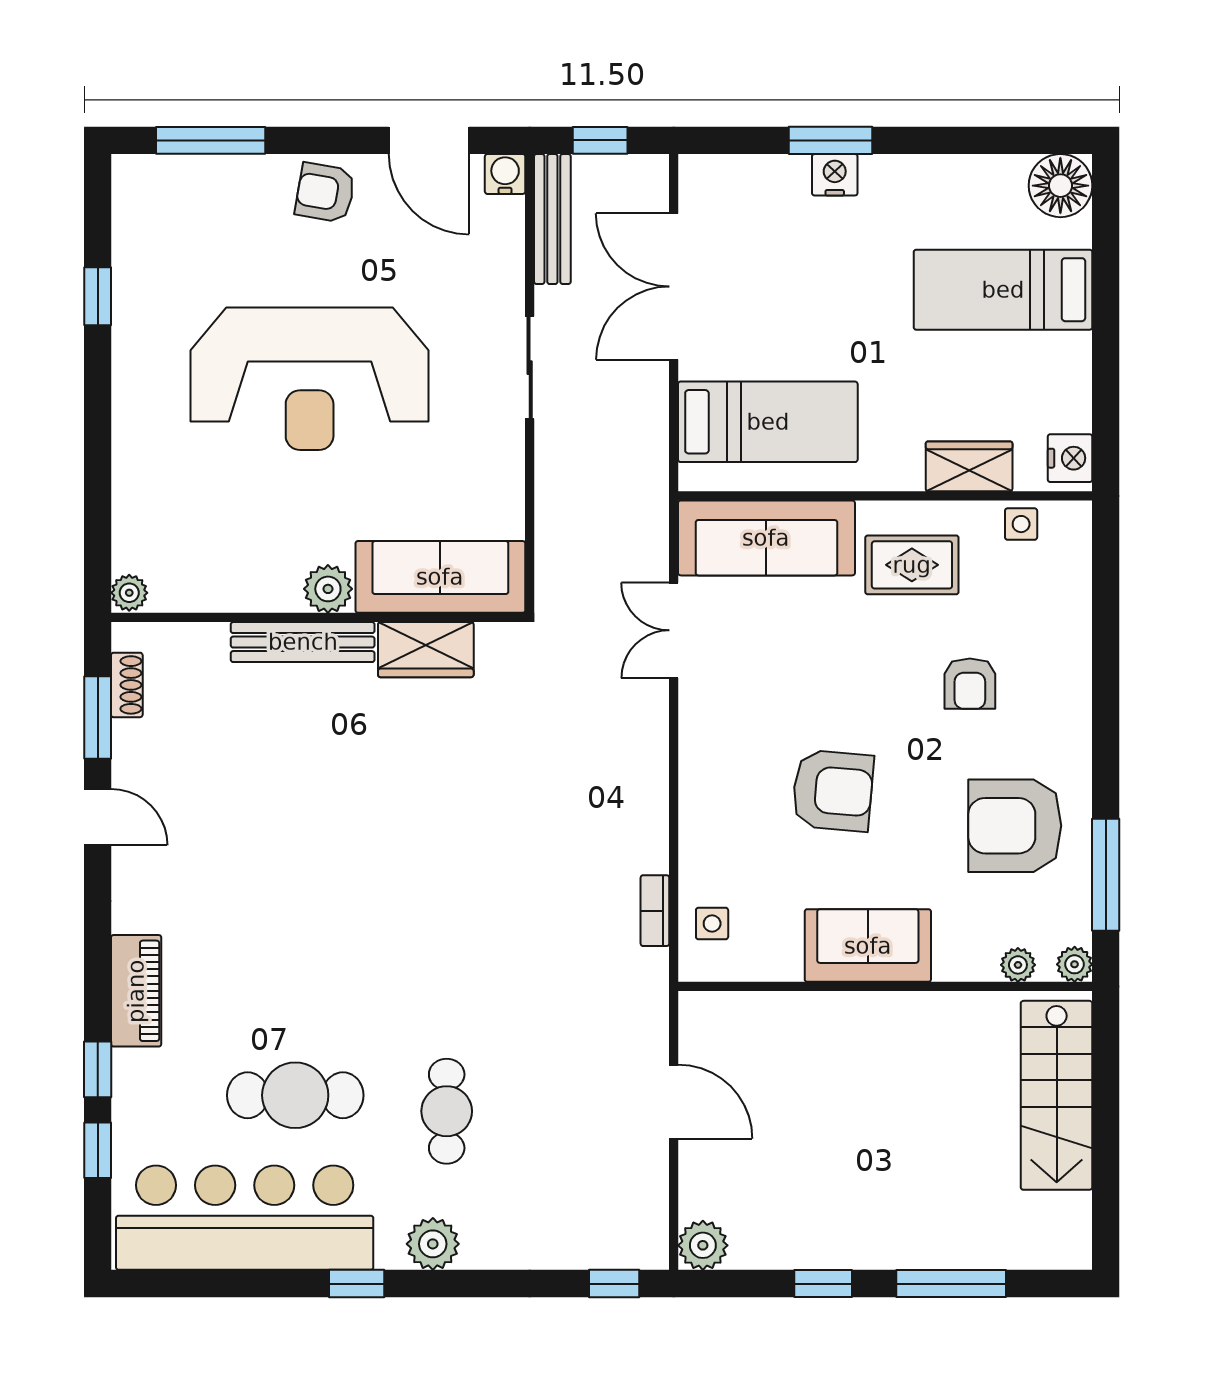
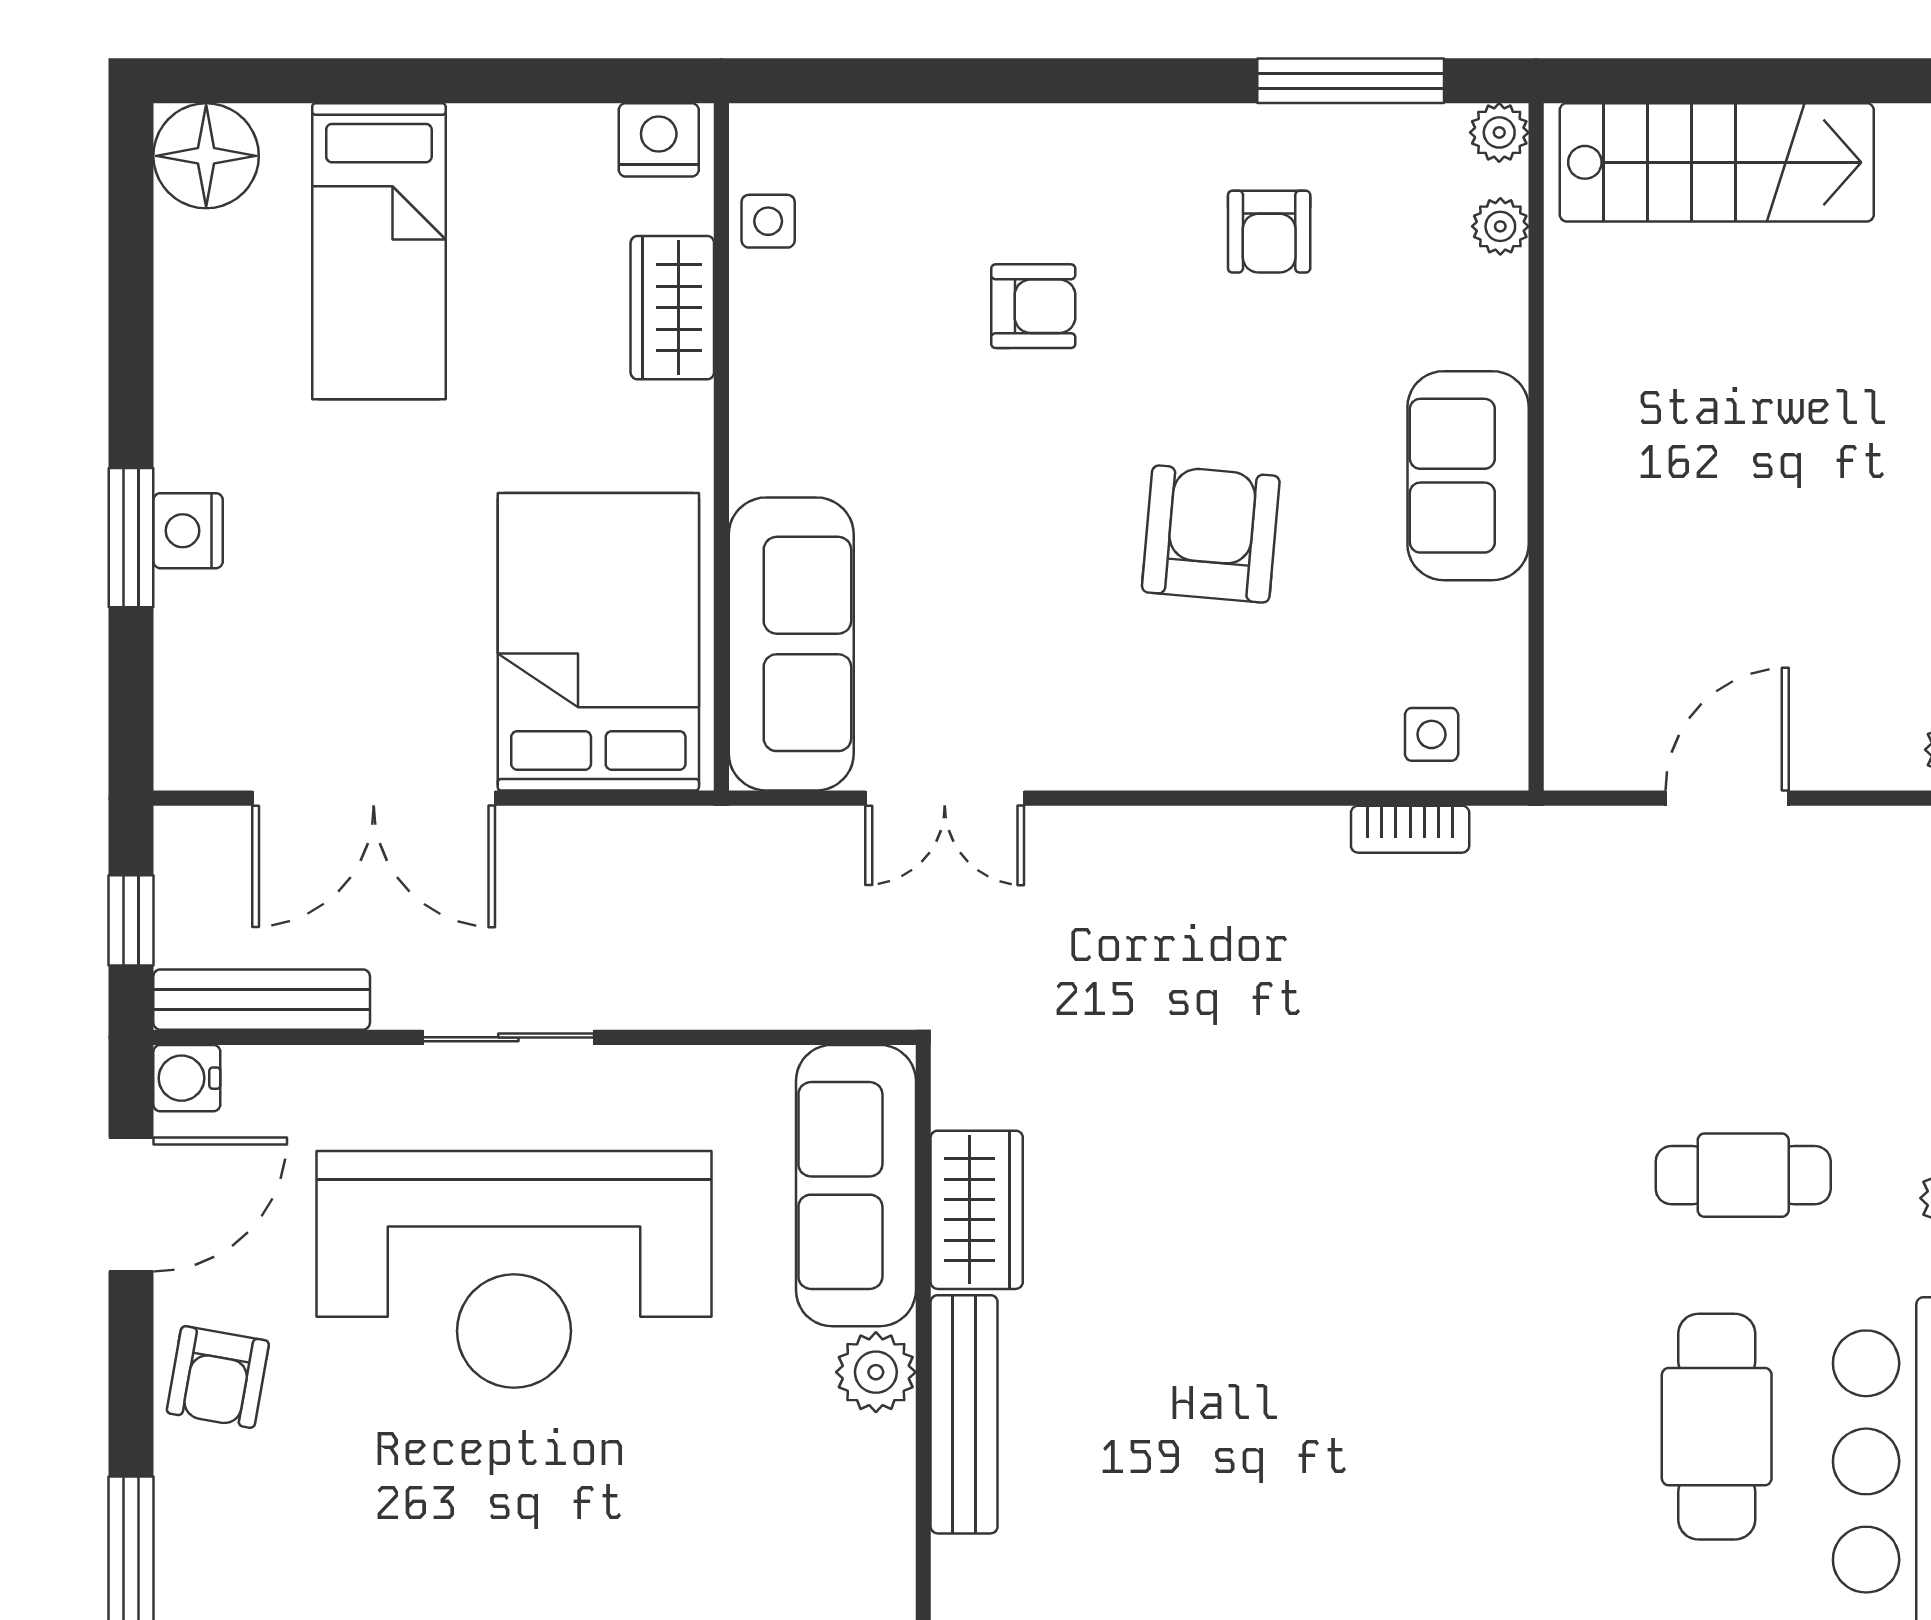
reception desk: (310, 379) -> (514, 1269), moved, turned 90
bed: (768, 422) -> (598, 642), width x1.50
rug: (912, 565) -> (836, 402), removed
armchair: (1015, 826) -> (1269, 232), width x0.53, depth x0.53

